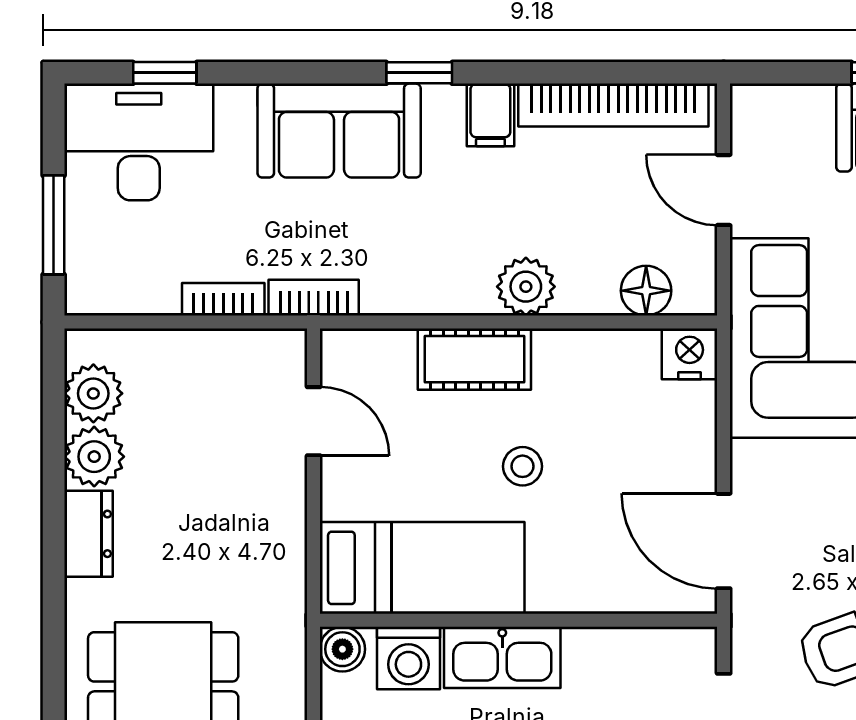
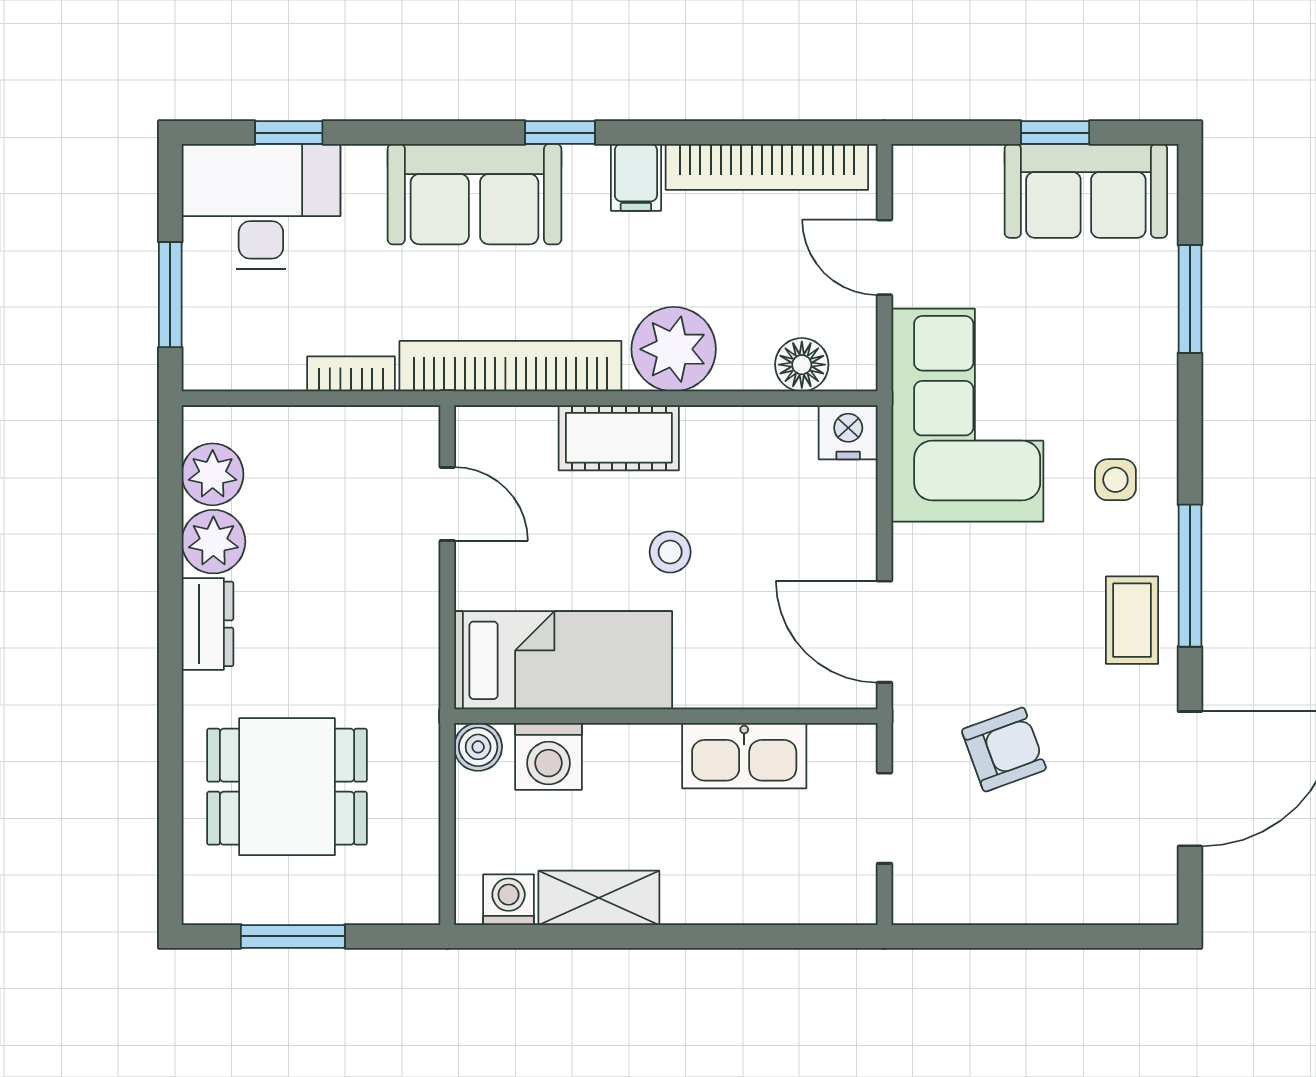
plant: (526, 287) -> (674, 349), width x1.36, depth x1.36
bookcase: (314, 298) -> (510, 366), width x2.31, depth x1.31
kitchen sink: (502, 657) -> (744, 756), moved

